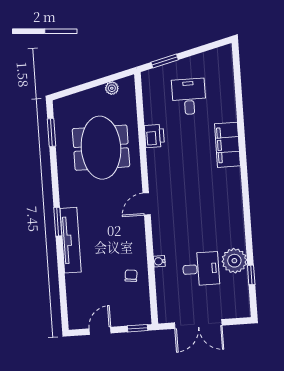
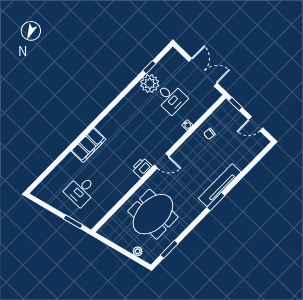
plant: (112, 88) -> (138, 251), moved
printer: (154, 136) -> (142, 168), moved
desk: (201, 269) -> (171, 98), turned 180

